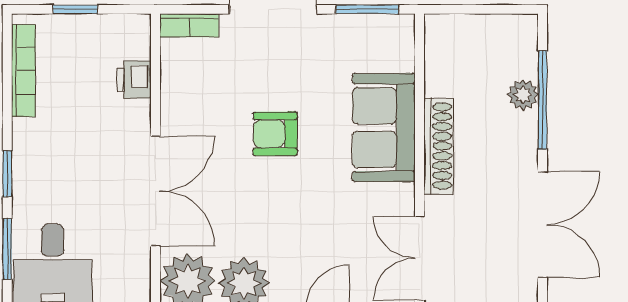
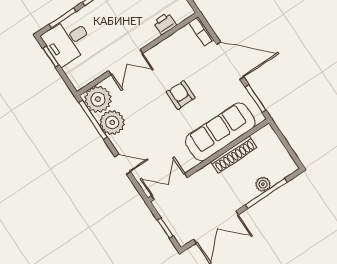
sofa: (384, 128) -> (220, 132), width x1.36
shoe rack: (439, 146) -> (234, 155), moved
double door: (156, 191) -> (126, 62), width x0.73

